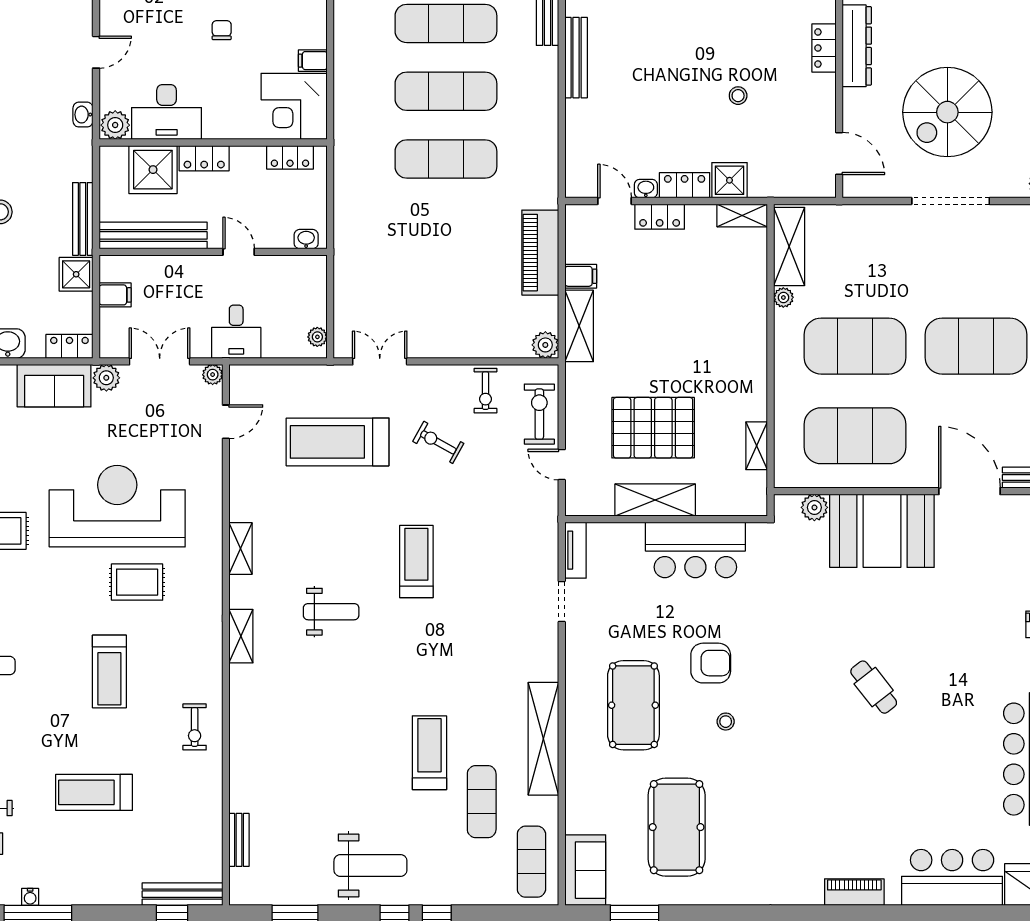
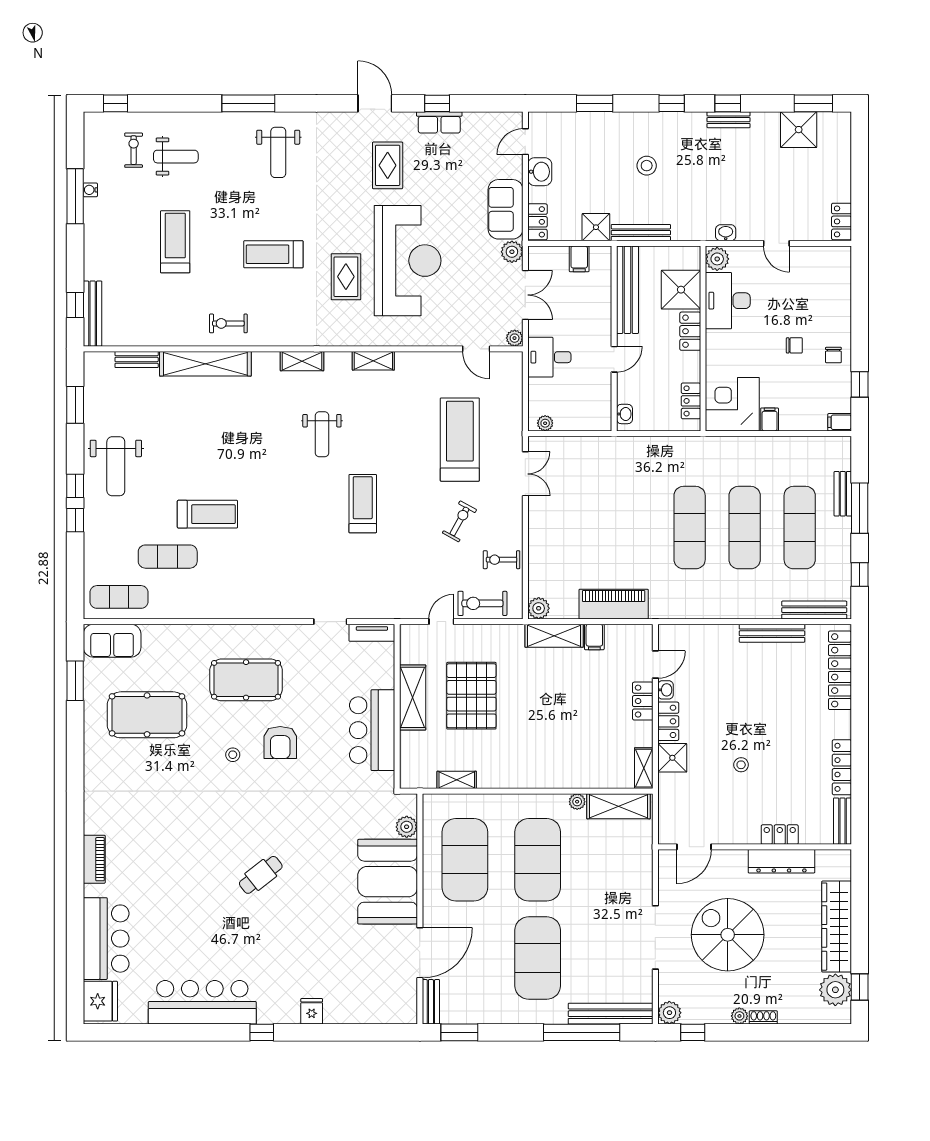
exercise bike: (539, 414) -> (482, 603), turned 180
treadmill: (416, 561) -> (363, 504), turned -90
shelving: (543, 739) -> (205, 364), moved

